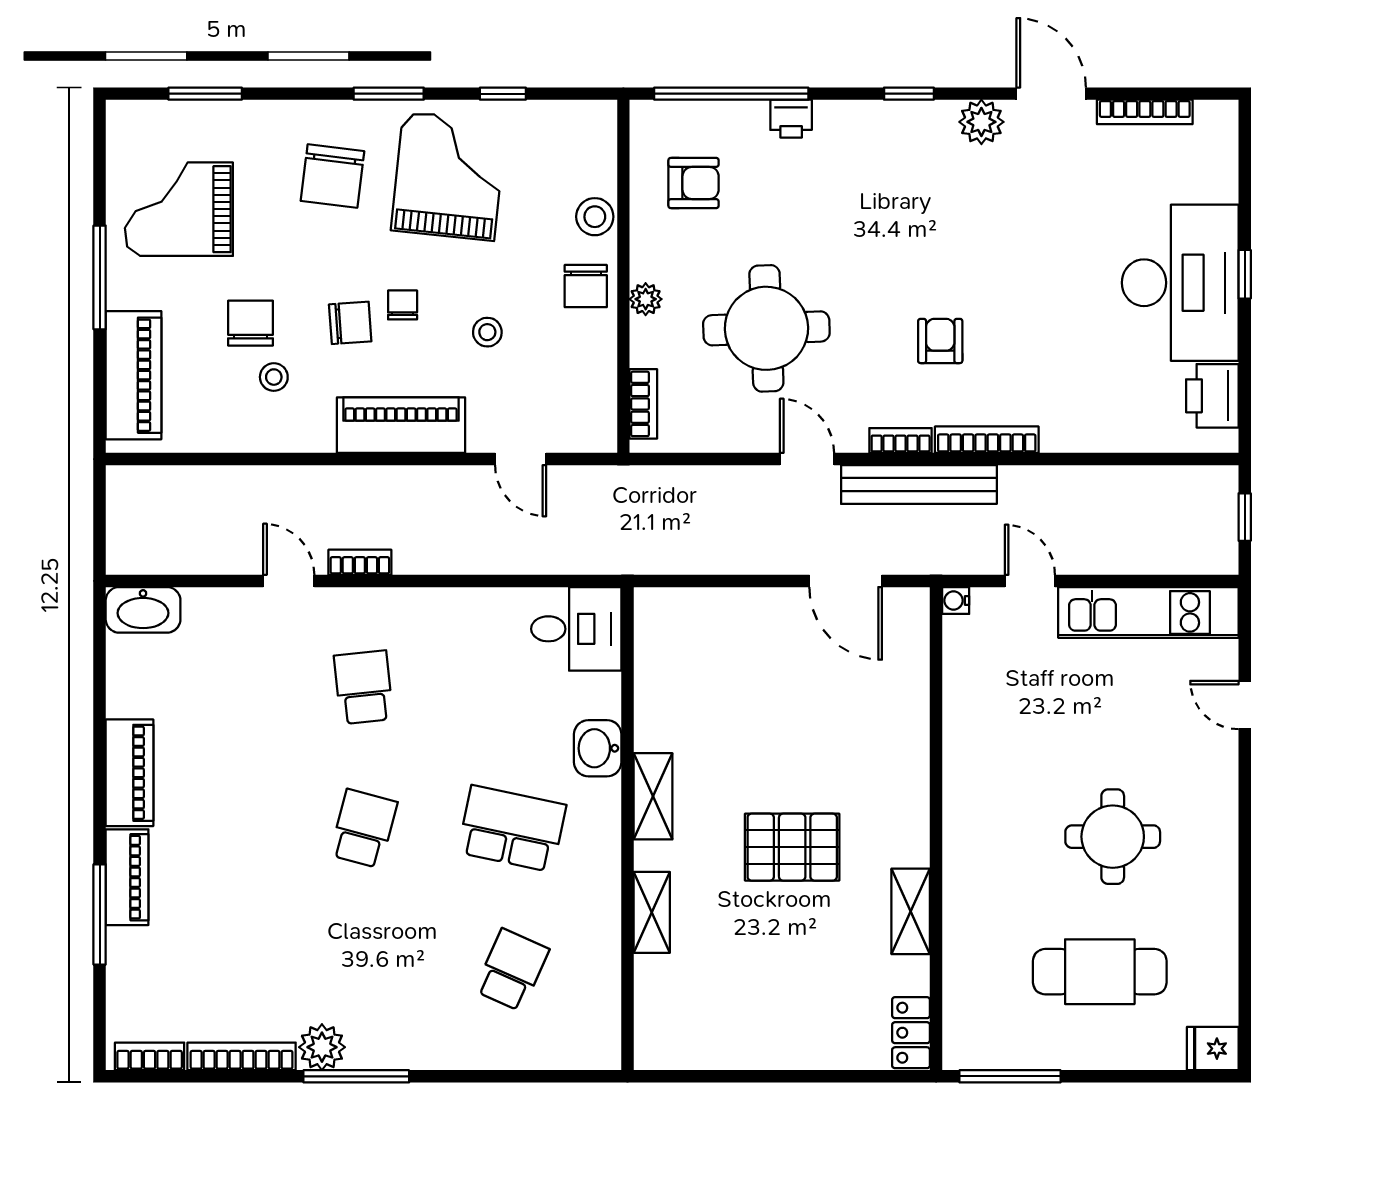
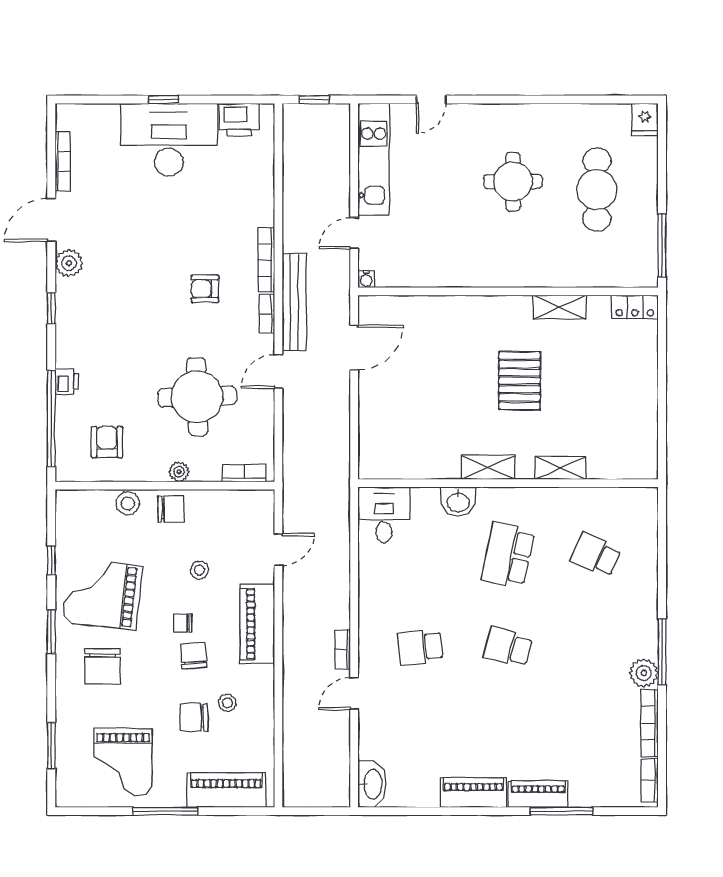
chair: (333, 176) -> (102, 666), turned 83

